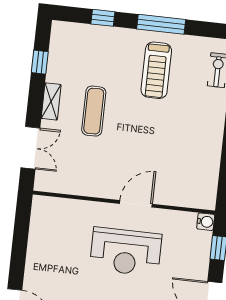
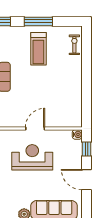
reception desk: (126, 252) -> (32, 157), turned 180

